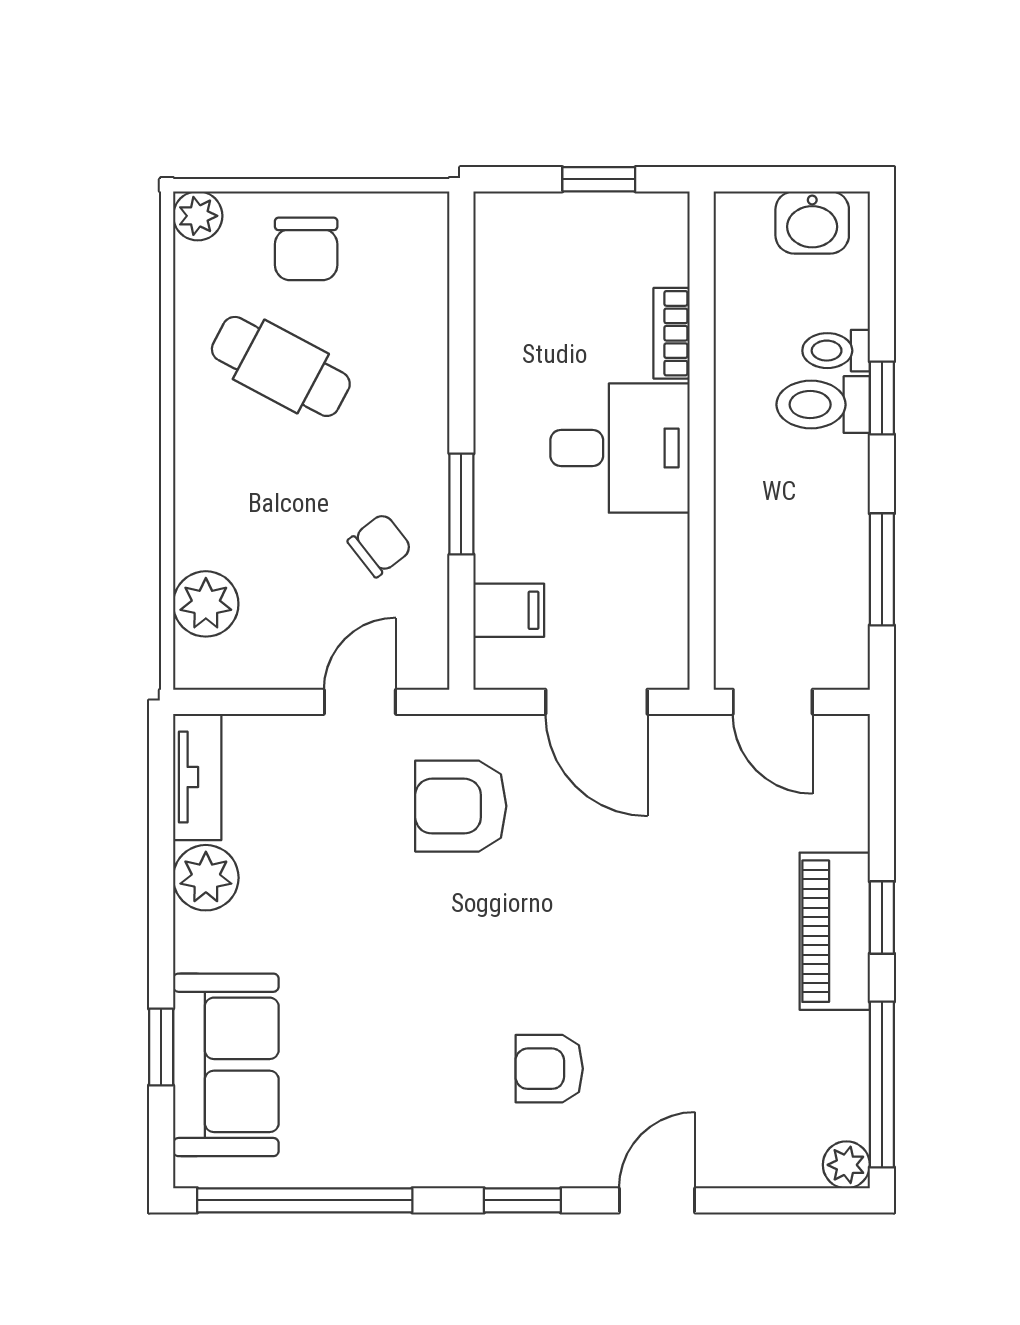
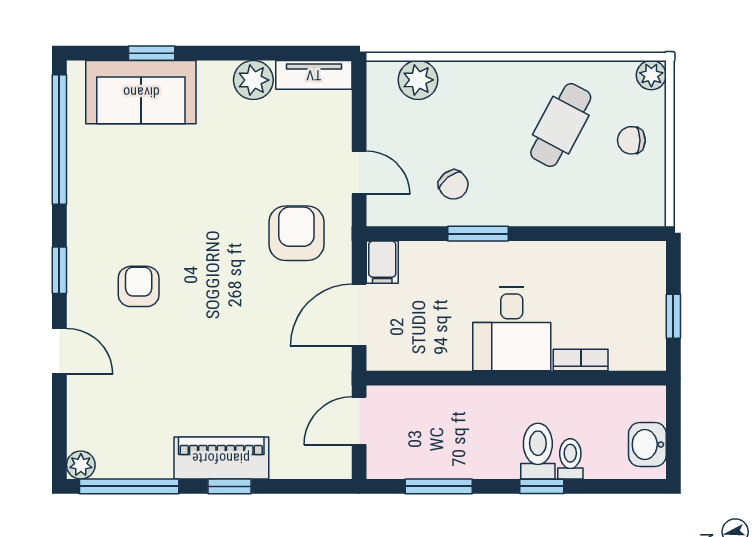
chair: (306, 249) -> (631, 140), width x0.73, depth x0.73
filing cabinet: (509, 610) -> (382, 262), moved

